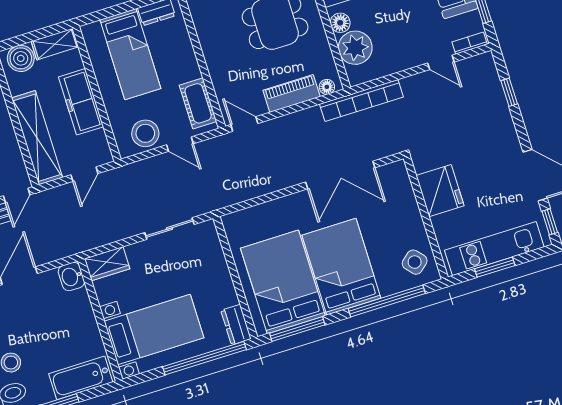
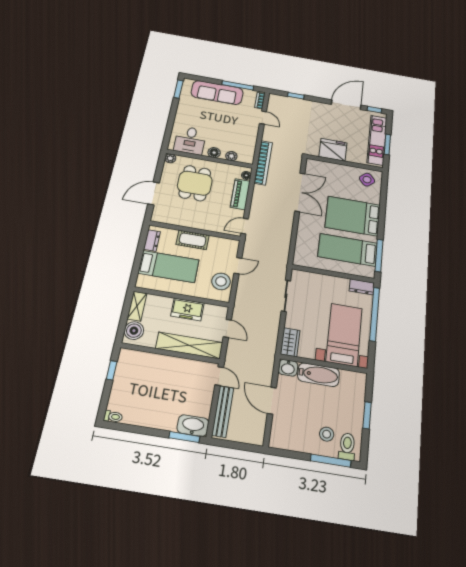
plant: (355, 48) -> (231, 156), width x0.53, depth x0.53
door: (441, 62) -> (263, 118), hinge flipped
freezer: (81, 102) -> (187, 309), width x0.71
cot: (198, 103) -> (193, 240), moved
bed: (283, 282) -> (348, 250), width x0.67
window: (387, 301) -> (383, 203), removed
bathtub: (81, 378) -> (319, 375), moved, turned -90

